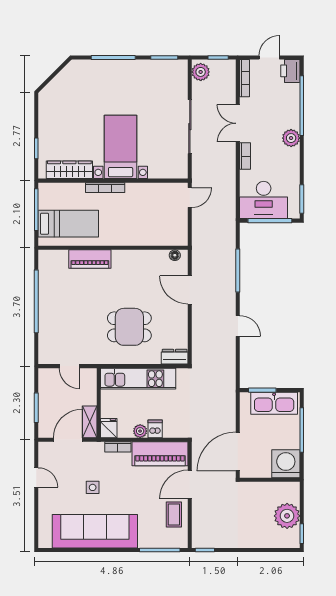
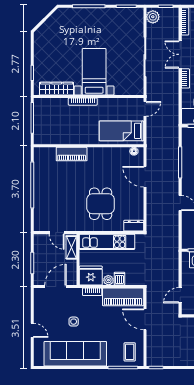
bed: (68, 224) -> (121, 131), moved, turned 180
dining table: (129, 327) -> (101, 204), turned 90
shelving: (90, 422) -> (71, 247), moved
fridge: (109, 428) -> (91, 276), width x1.88, depth x1.34
door: (238, 451) -> (180, 295), width x0.53
door: (36, 477) -> (32, 330), moved
door: (190, 484) -> (145, 319), hinge flipped
coffee table: (174, 515) -> (130, 352), moved

